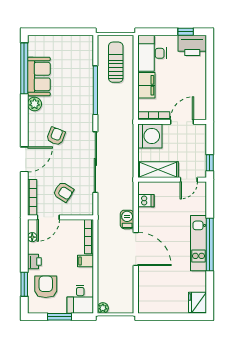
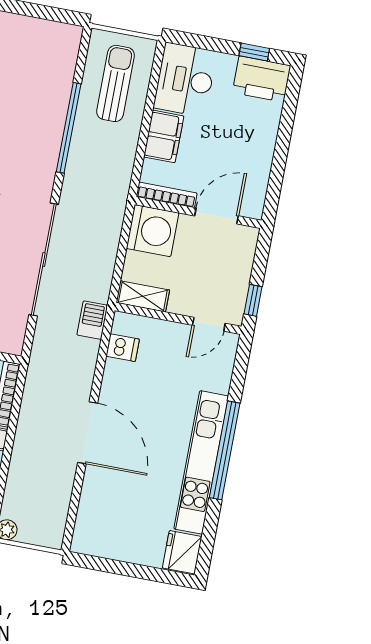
shelving: (158, 170) -> (143, 296), width x0.67, depth x0.75
barbecue: (127, 219) -> (92, 320), moved
kitchen unit: (199, 243) -> (201, 462), width x1.36

